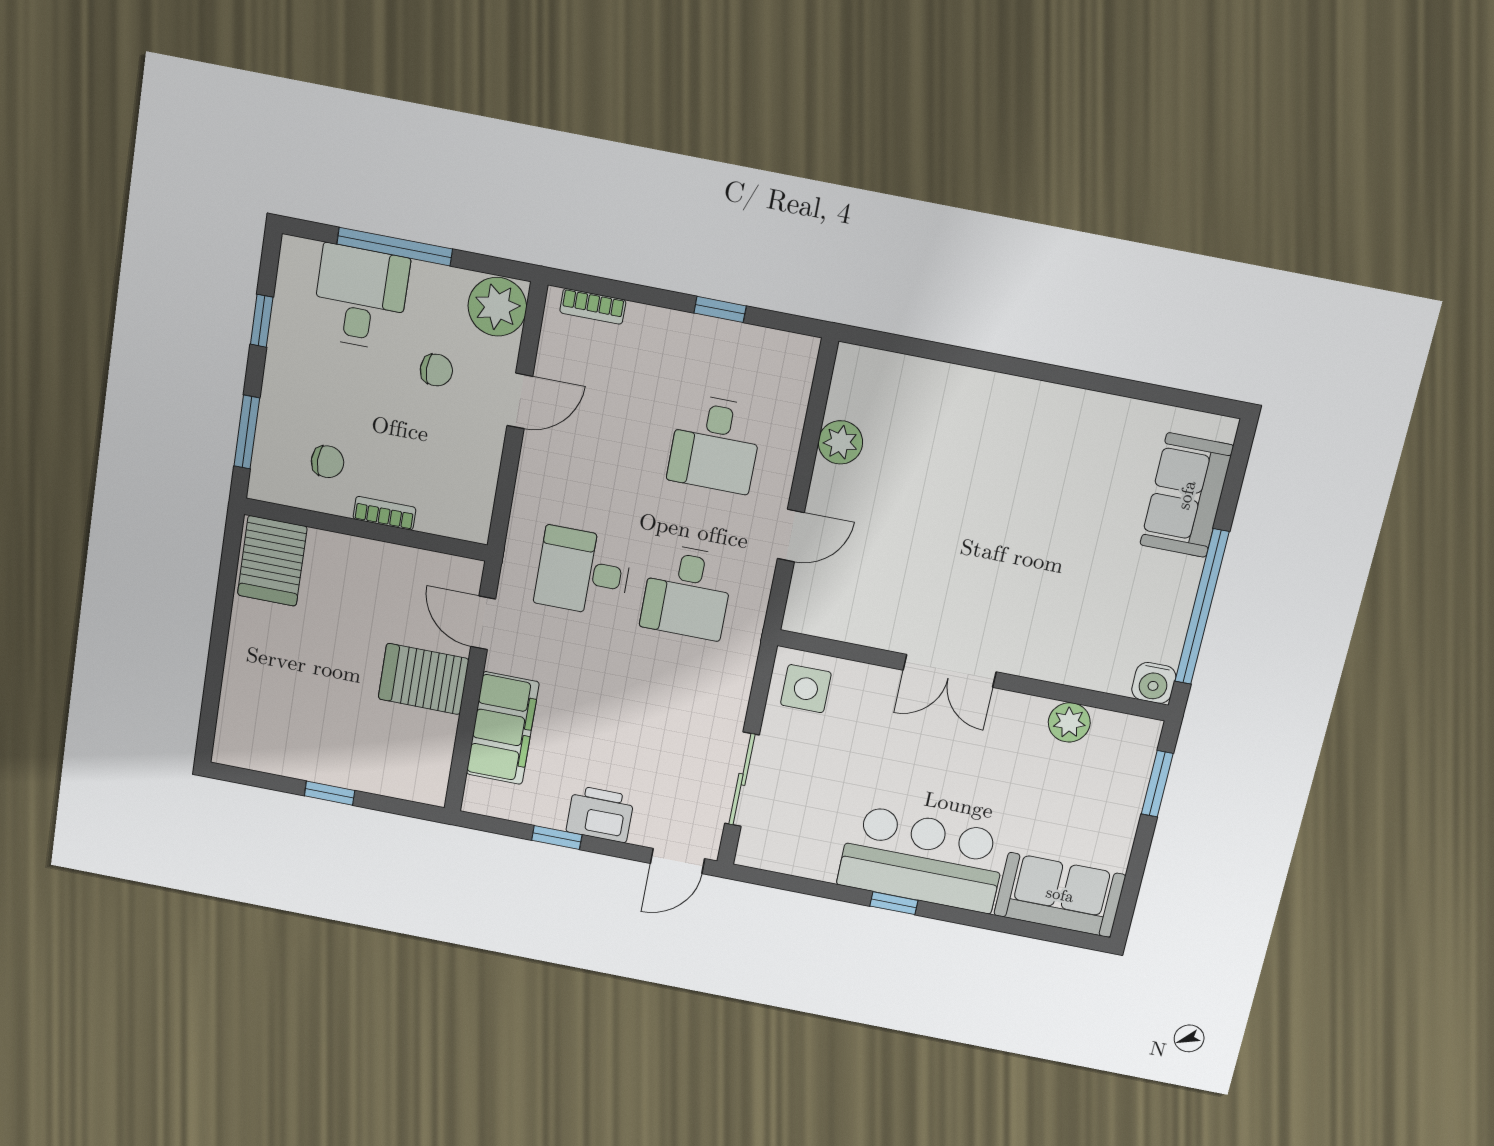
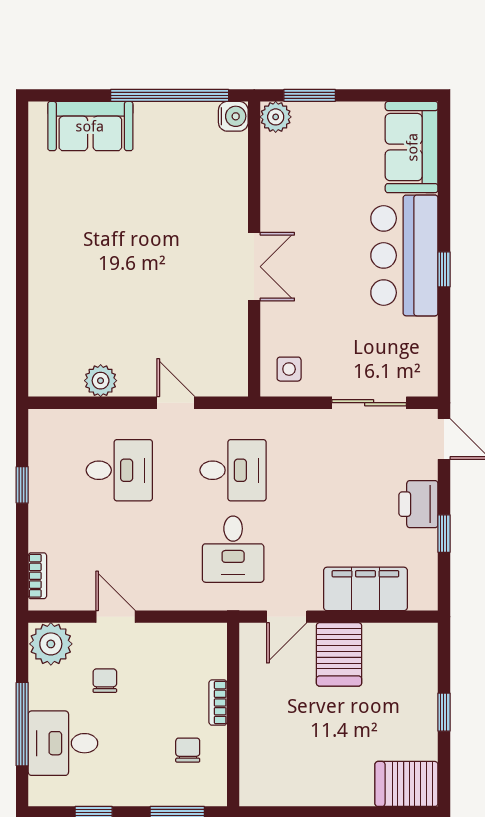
server rack: (272, 561) -> (406, 784), moved, turned 180
side table: (806, 689) -> (289, 369), width x0.73, depth x0.73
plant: (1069, 722) -> (276, 117), moved

